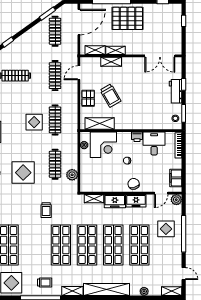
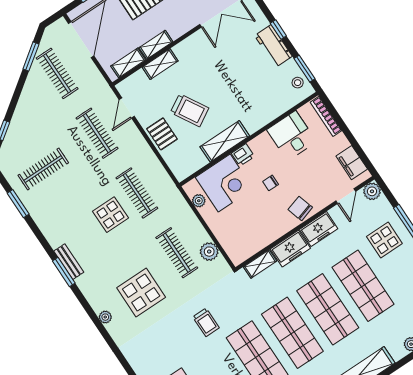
shelving: (100, 124) -> (225, 141), moved
printer: (137, 137) -> (243, 155), moved

